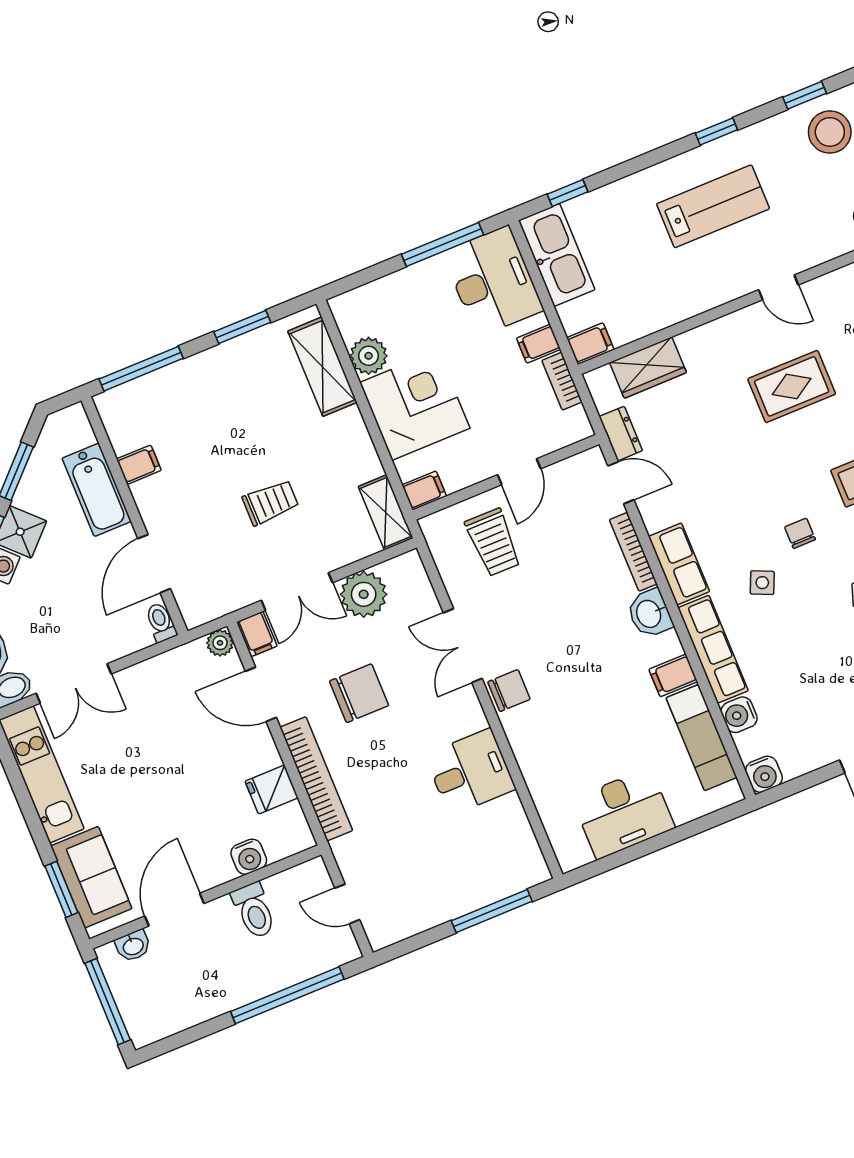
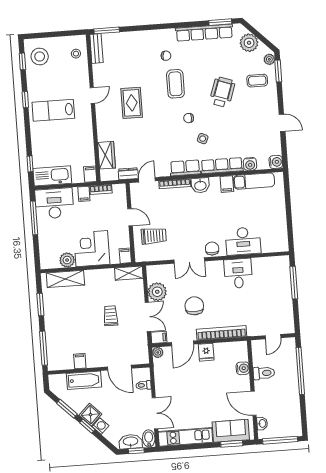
lab bench: (713, 206) -> (53, 110), turned -90
toilet: (161, 622) -> (143, 385), moved
fridge: (272, 789) -> (206, 352), moved
desk: (623, 813) -> (243, 241), moved, turned 90

